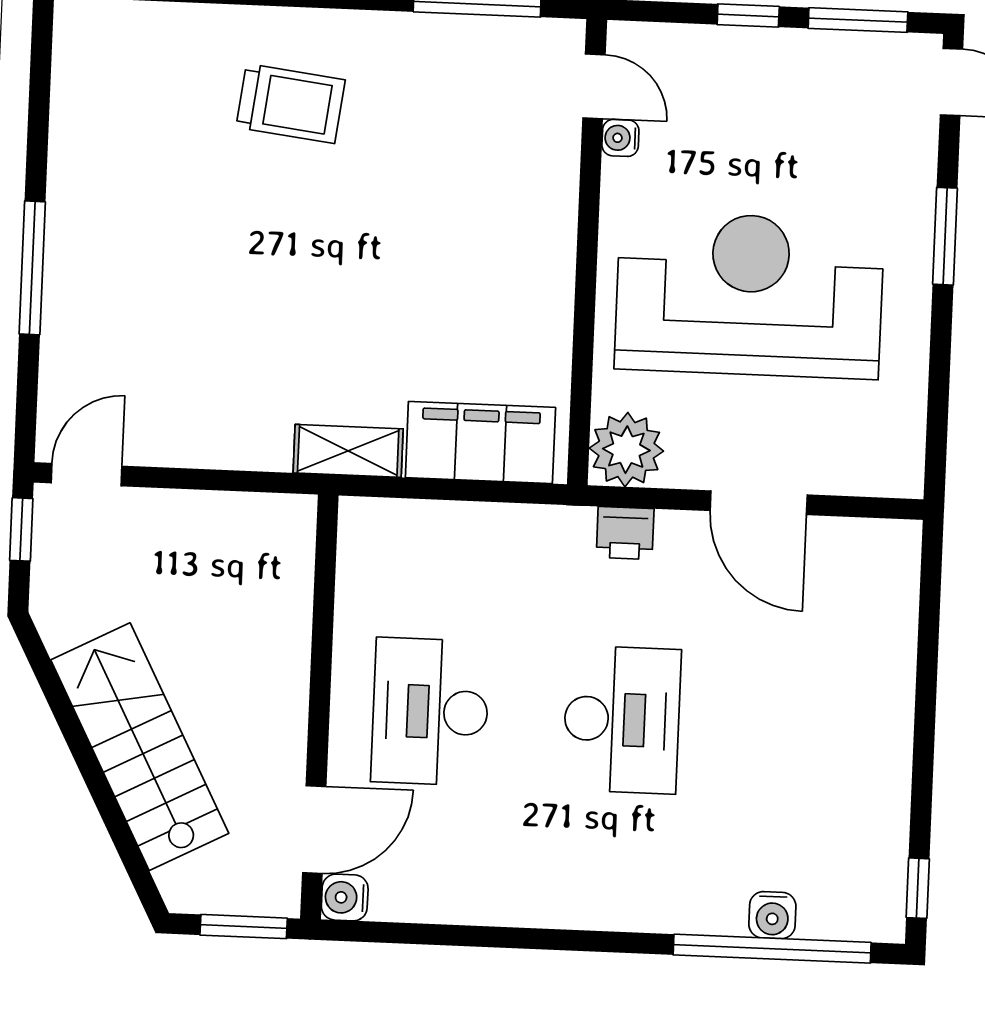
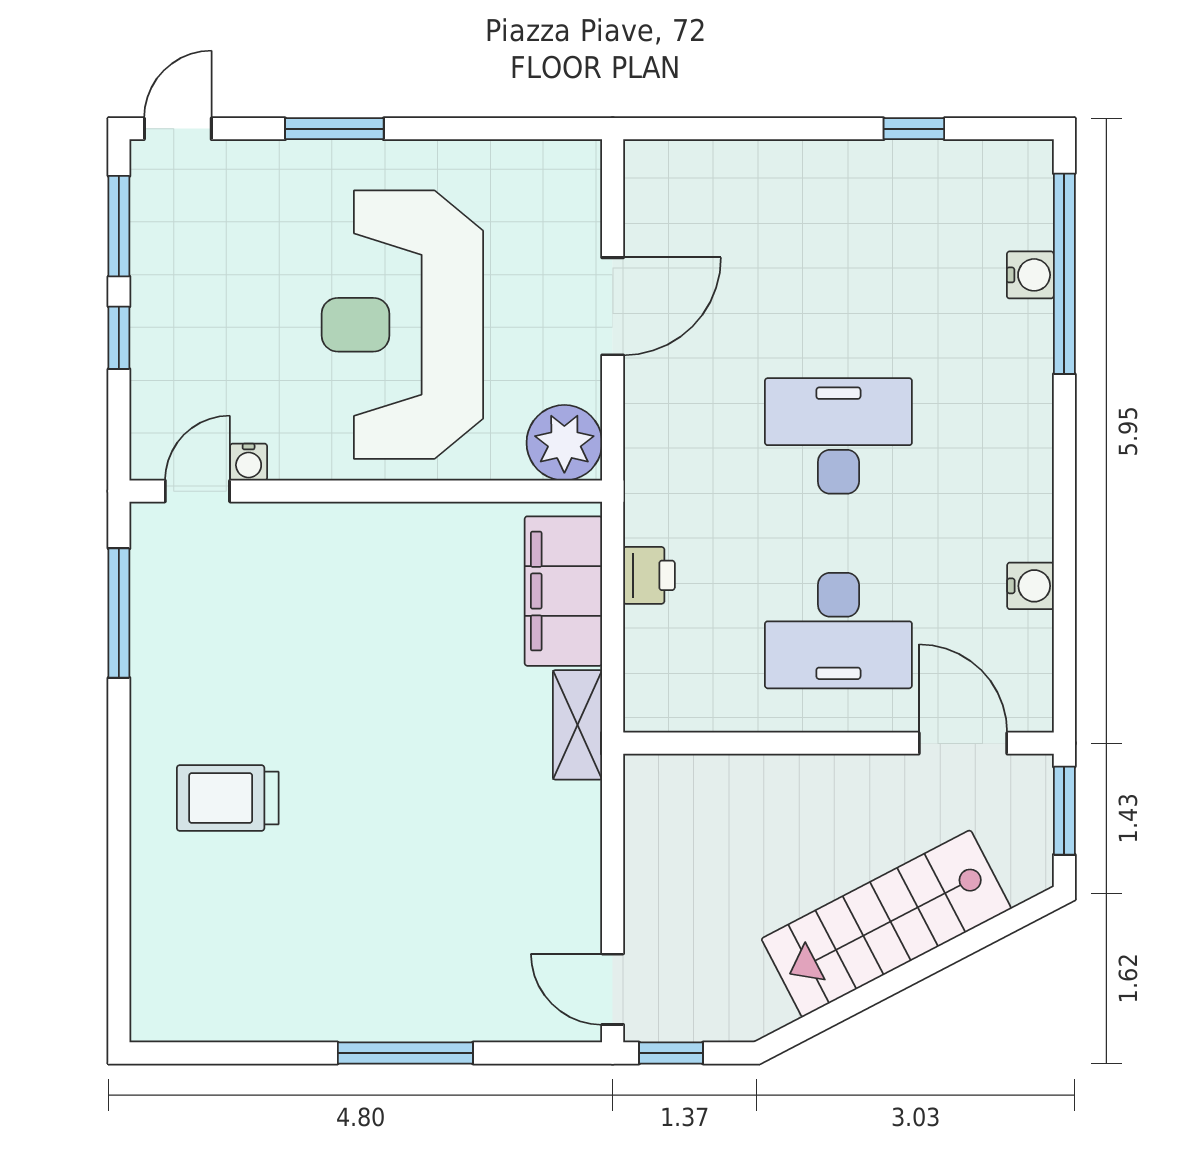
trolley: (291, 104) -> (228, 798), turned -97
printer: (625, 533) -> (649, 575), moved
window: (918, 888) -> (914, 129), moved
water cooler: (345, 897) -> (1030, 586), moved, turned -90

